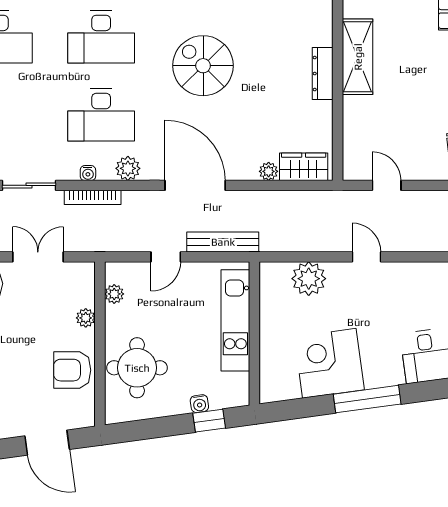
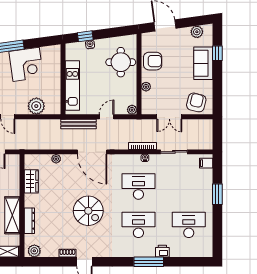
dresser: (323, 74) -> (29, 221), moved
wardrobe: (304, 167) -> (31, 181), moved, turned -90
plant: (128, 168) -> (125, 160), removed
plant: (114, 294) -> (132, 110), moved

